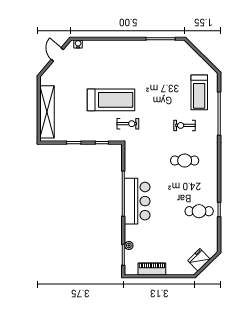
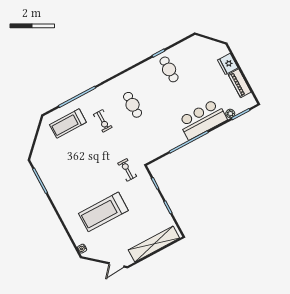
door: (57, 54) -> (116, 265), moved
treadmill: (199, 92) -> (68, 124), turned 180
treadmill: (111, 100) -> (103, 212), moved, turned -90
bar counter: (137, 201) -> (202, 119), moved
fridge: (199, 260) -> (228, 64), moved, turned 44

